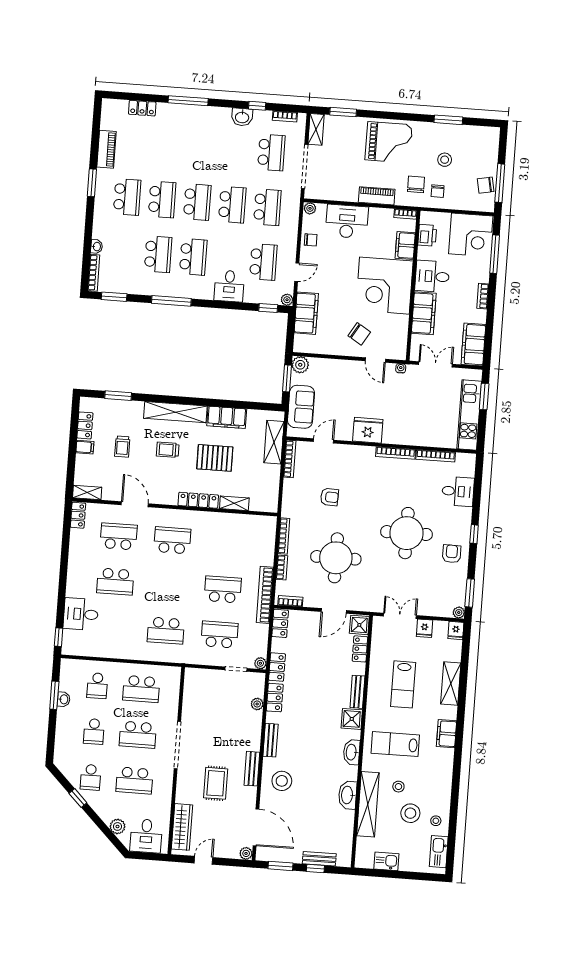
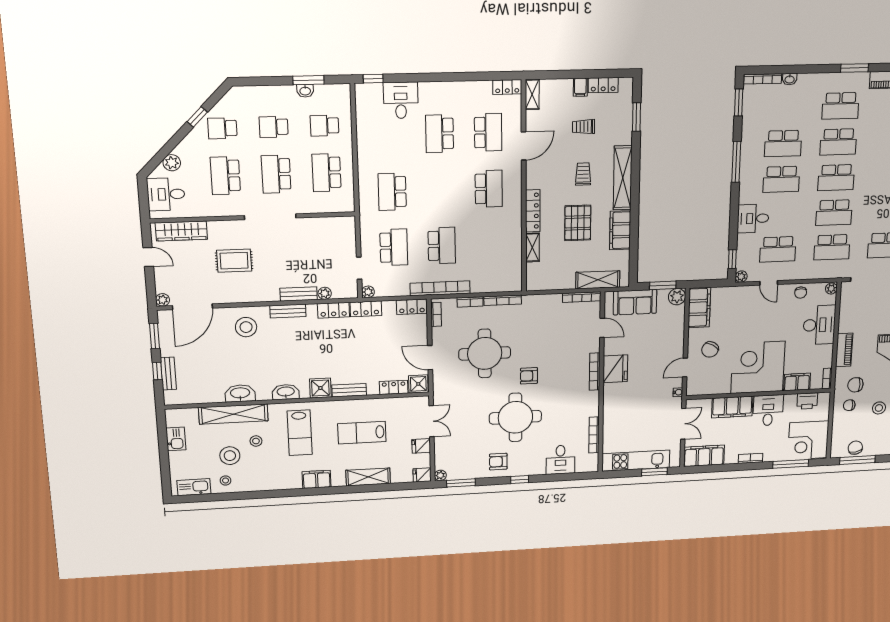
chair: (416, 184) -> (855, 385), turned 180
filing cabinet: (306, 313) -> (699, 307), moved, turned -90
bookcase: (396, 453) -> (595, 371), moved
armchair: (329, 497) -> (529, 376), moved, turned 88
armchair: (452, 554) -> (498, 462), turned 180
lab bench: (395, 744) -> (300, 433), turned 180
bench: (252, 769) -> (299, 294), moved

